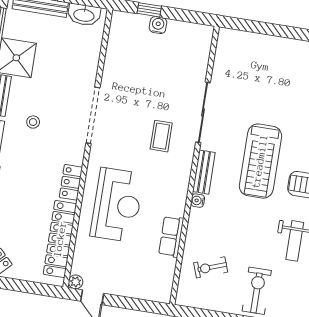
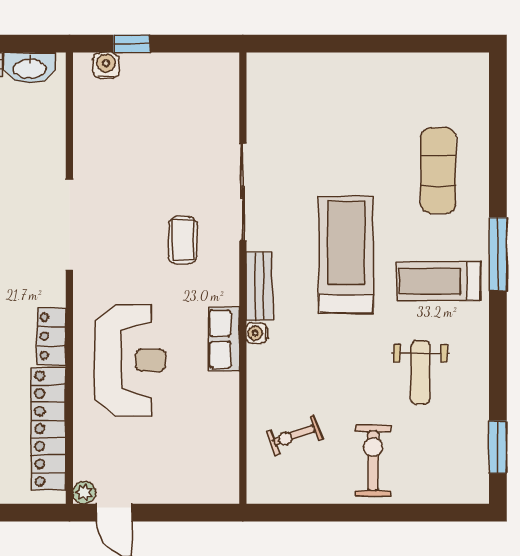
water cooler: (158, 25) -> (106, 65), moved
treadmill: (260, 161) -> (346, 255), turned 180
row of seats: (171, 237) -> (224, 339), moved

